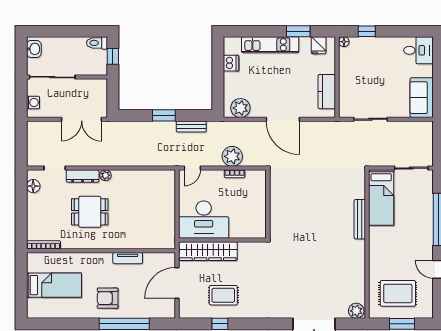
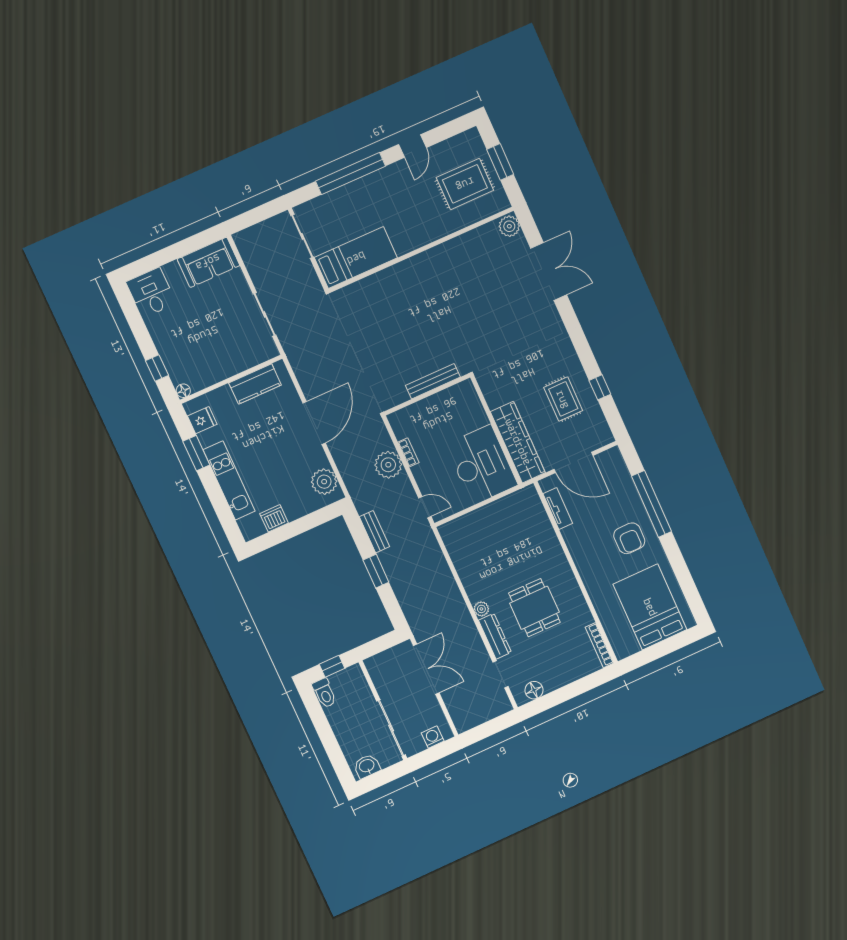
bench: (360, 219) -> (433, 381), moved
tv unit: (128, 258) -> (558, 509), moved
bed: (54, 285) -> (650, 607), width x1.50
rug: (398, 293) -> (465, 184), turned 90

